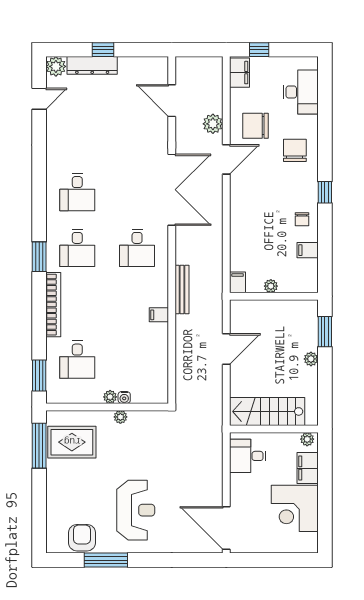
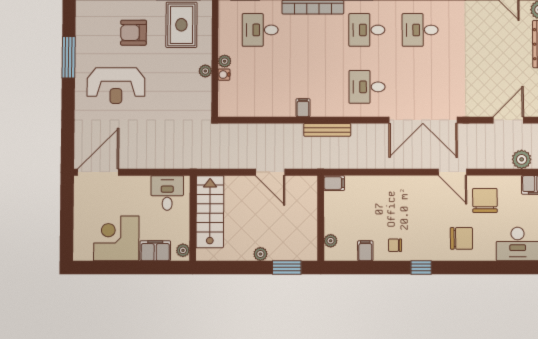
plant: (213, 124) -> (522, 159), moved
plant: (271, 286) -> (331, 241), moved
armchair: (82, 538) -> (134, 33), moved, turned 180

